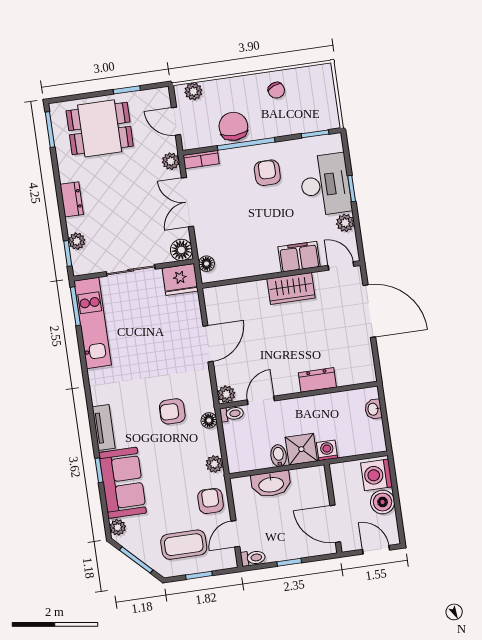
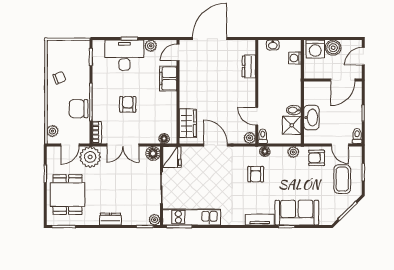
plant: (171, 161) -> (90, 157), width x1.88, depth x1.88
armchair: (267, 173) -> (128, 104), moved, turned 90
plant: (77, 241) -> (154, 220), moved
wardrobe: (291, 288) -> (188, 123), moved
dresser: (317, 380) -> (249, 66), moved
shower: (301, 449) -> (292, 125), moved
washing machine: (327, 450) -> (295, 58), moved
plant: (118, 527) -> (325, 220), removed

